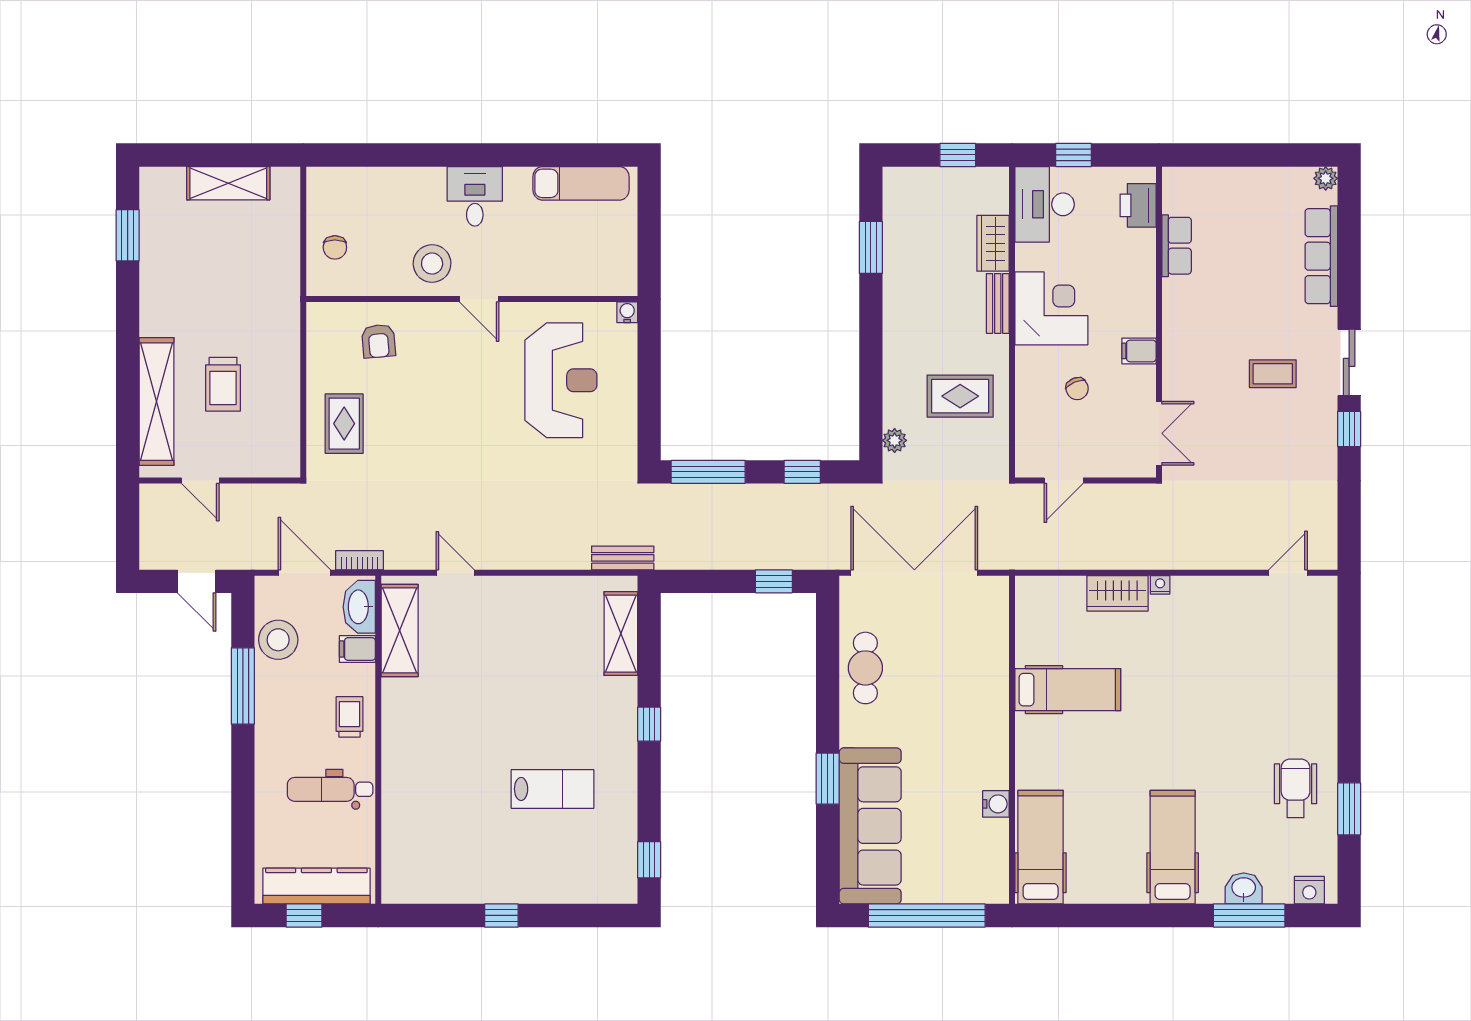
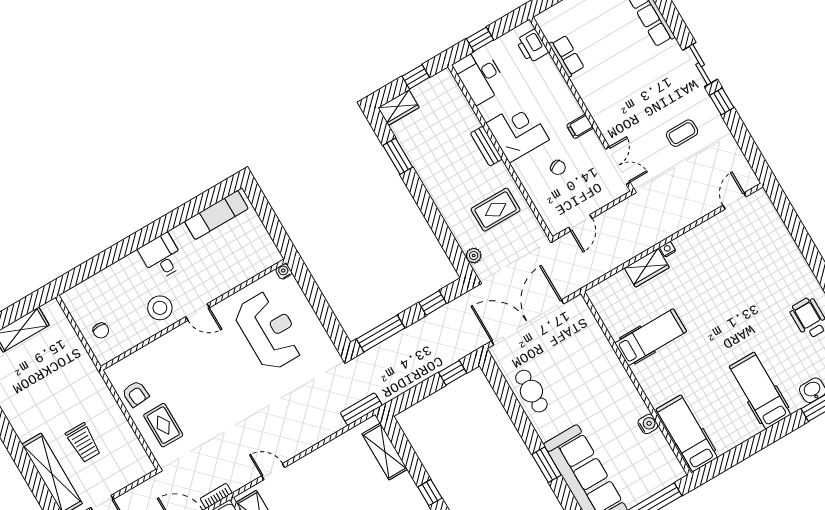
wardrobe: (993, 243) -> (399, 108), moved, turned -90
armchair: (379, 341) -> (136, 394), moved
coffee table: (1273, 374) -> (682, 133), moved

